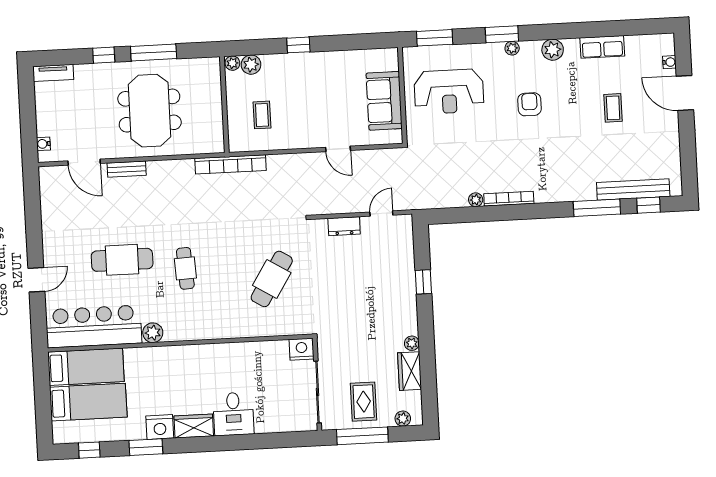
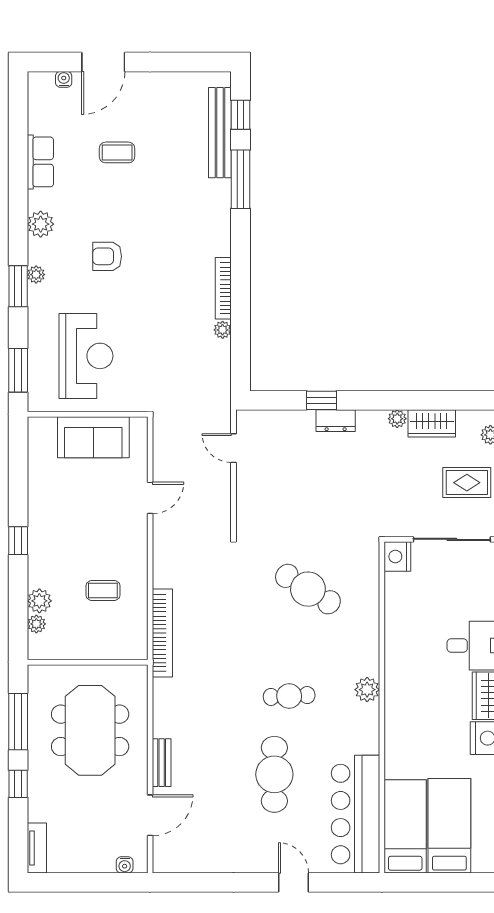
wall: (224, 105) -> (88, 662), moved
meeting table: (150, 111) -> (90, 730), turned 90
dresser: (344, 226) -> (336, 421), moved, turned 90
plant: (153, 333) -> (367, 690), moved

